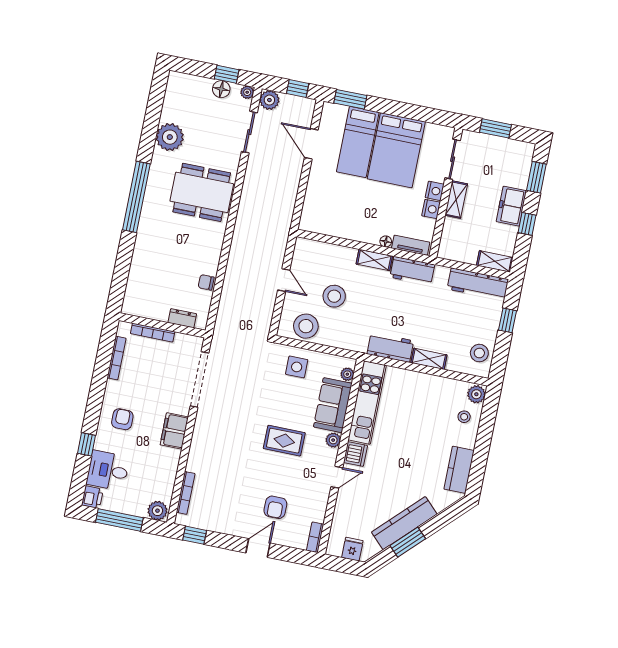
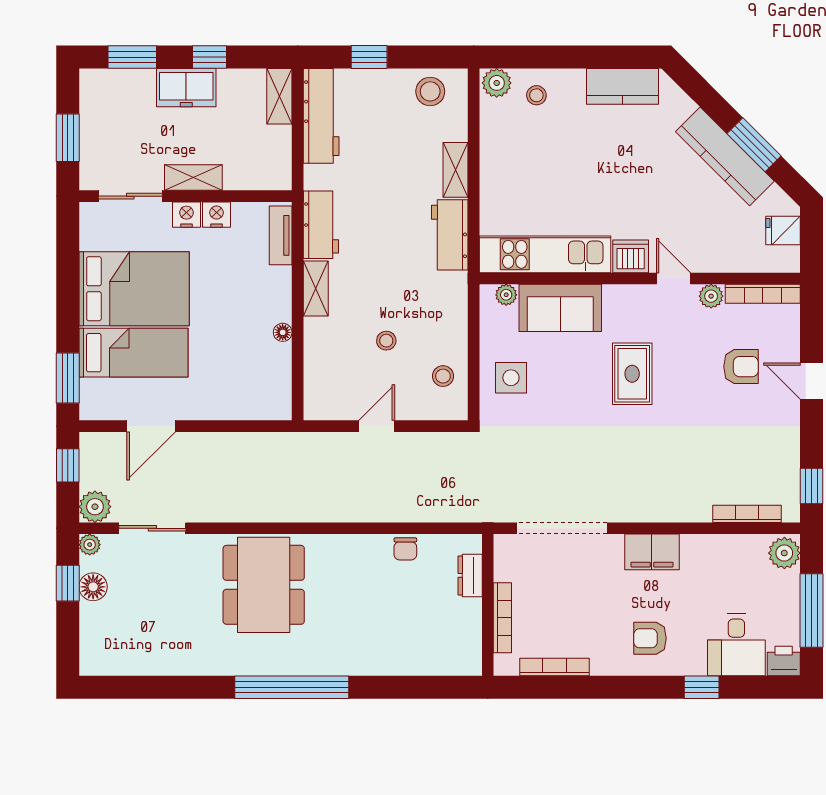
plant: (170, 137) -> (186, 653), removed
floor lamp: (386, 241) -> (283, 332), moved
stool: (334, 296) -> (386, 341), width x0.53, depth x0.53
stool: (306, 326) -> (443, 376), width x0.53, depth x0.53
plant: (333, 440) -> (711, 296), moved
bookcase: (315, 537) -> (763, 294), width x1.56

